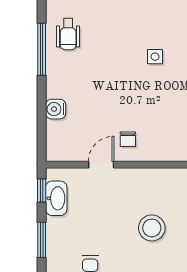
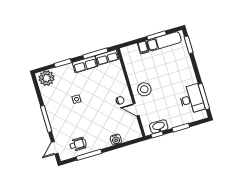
stool: (152, 228) -> (144, 89), moved

